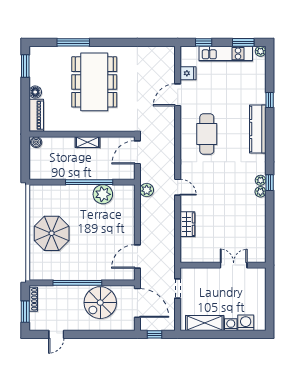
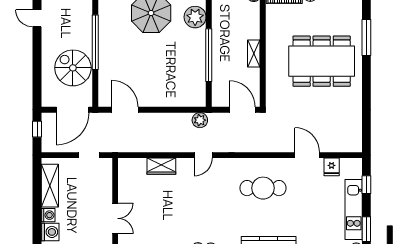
plant: (103, 194) -> (195, 17), moved

